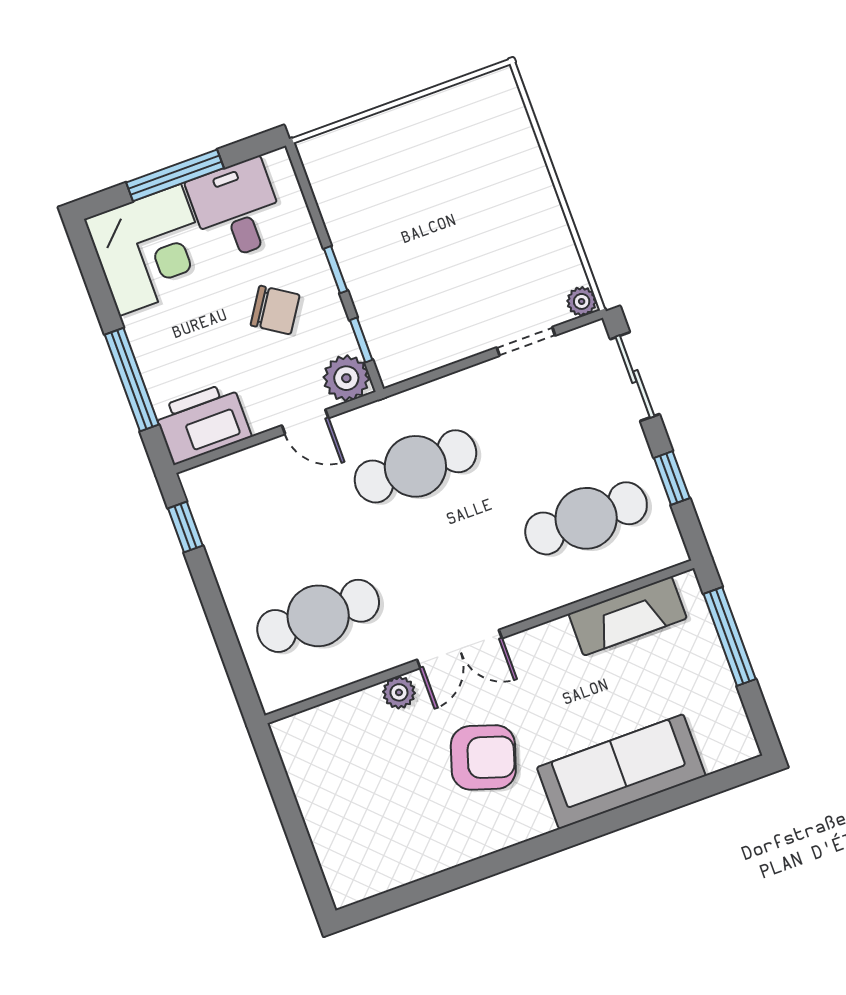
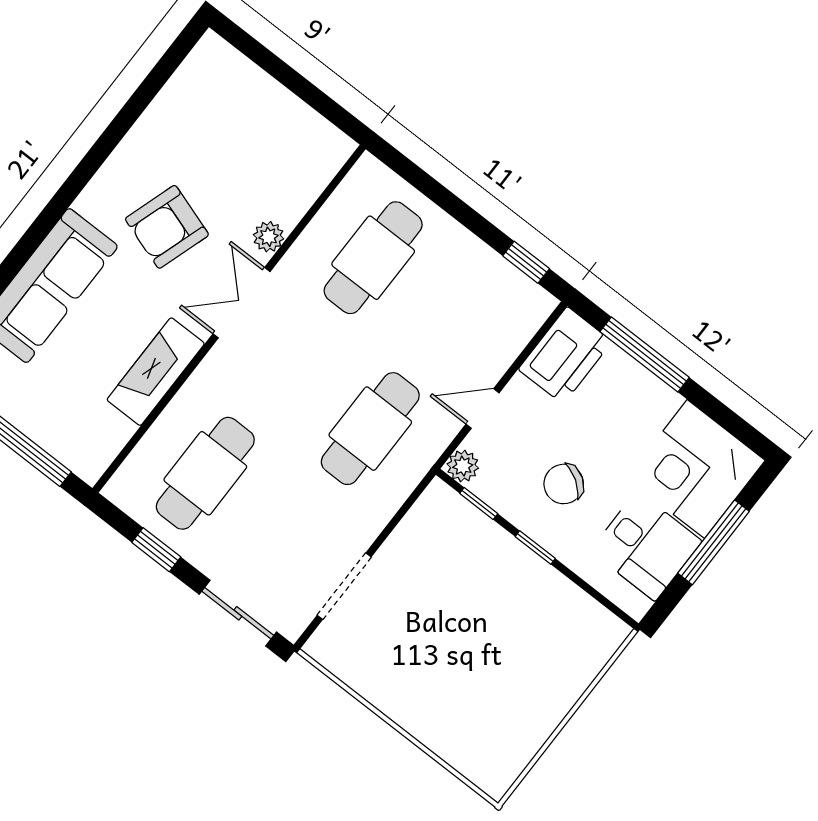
plant: (582, 301) -> (319, 647), removed
doorway: (526, 341) -> (344, 586), width x1.38
plant: (346, 378) -> (463, 466), width x0.73, depth x0.73
fireplace: (628, 616) -> (156, 372), moved

